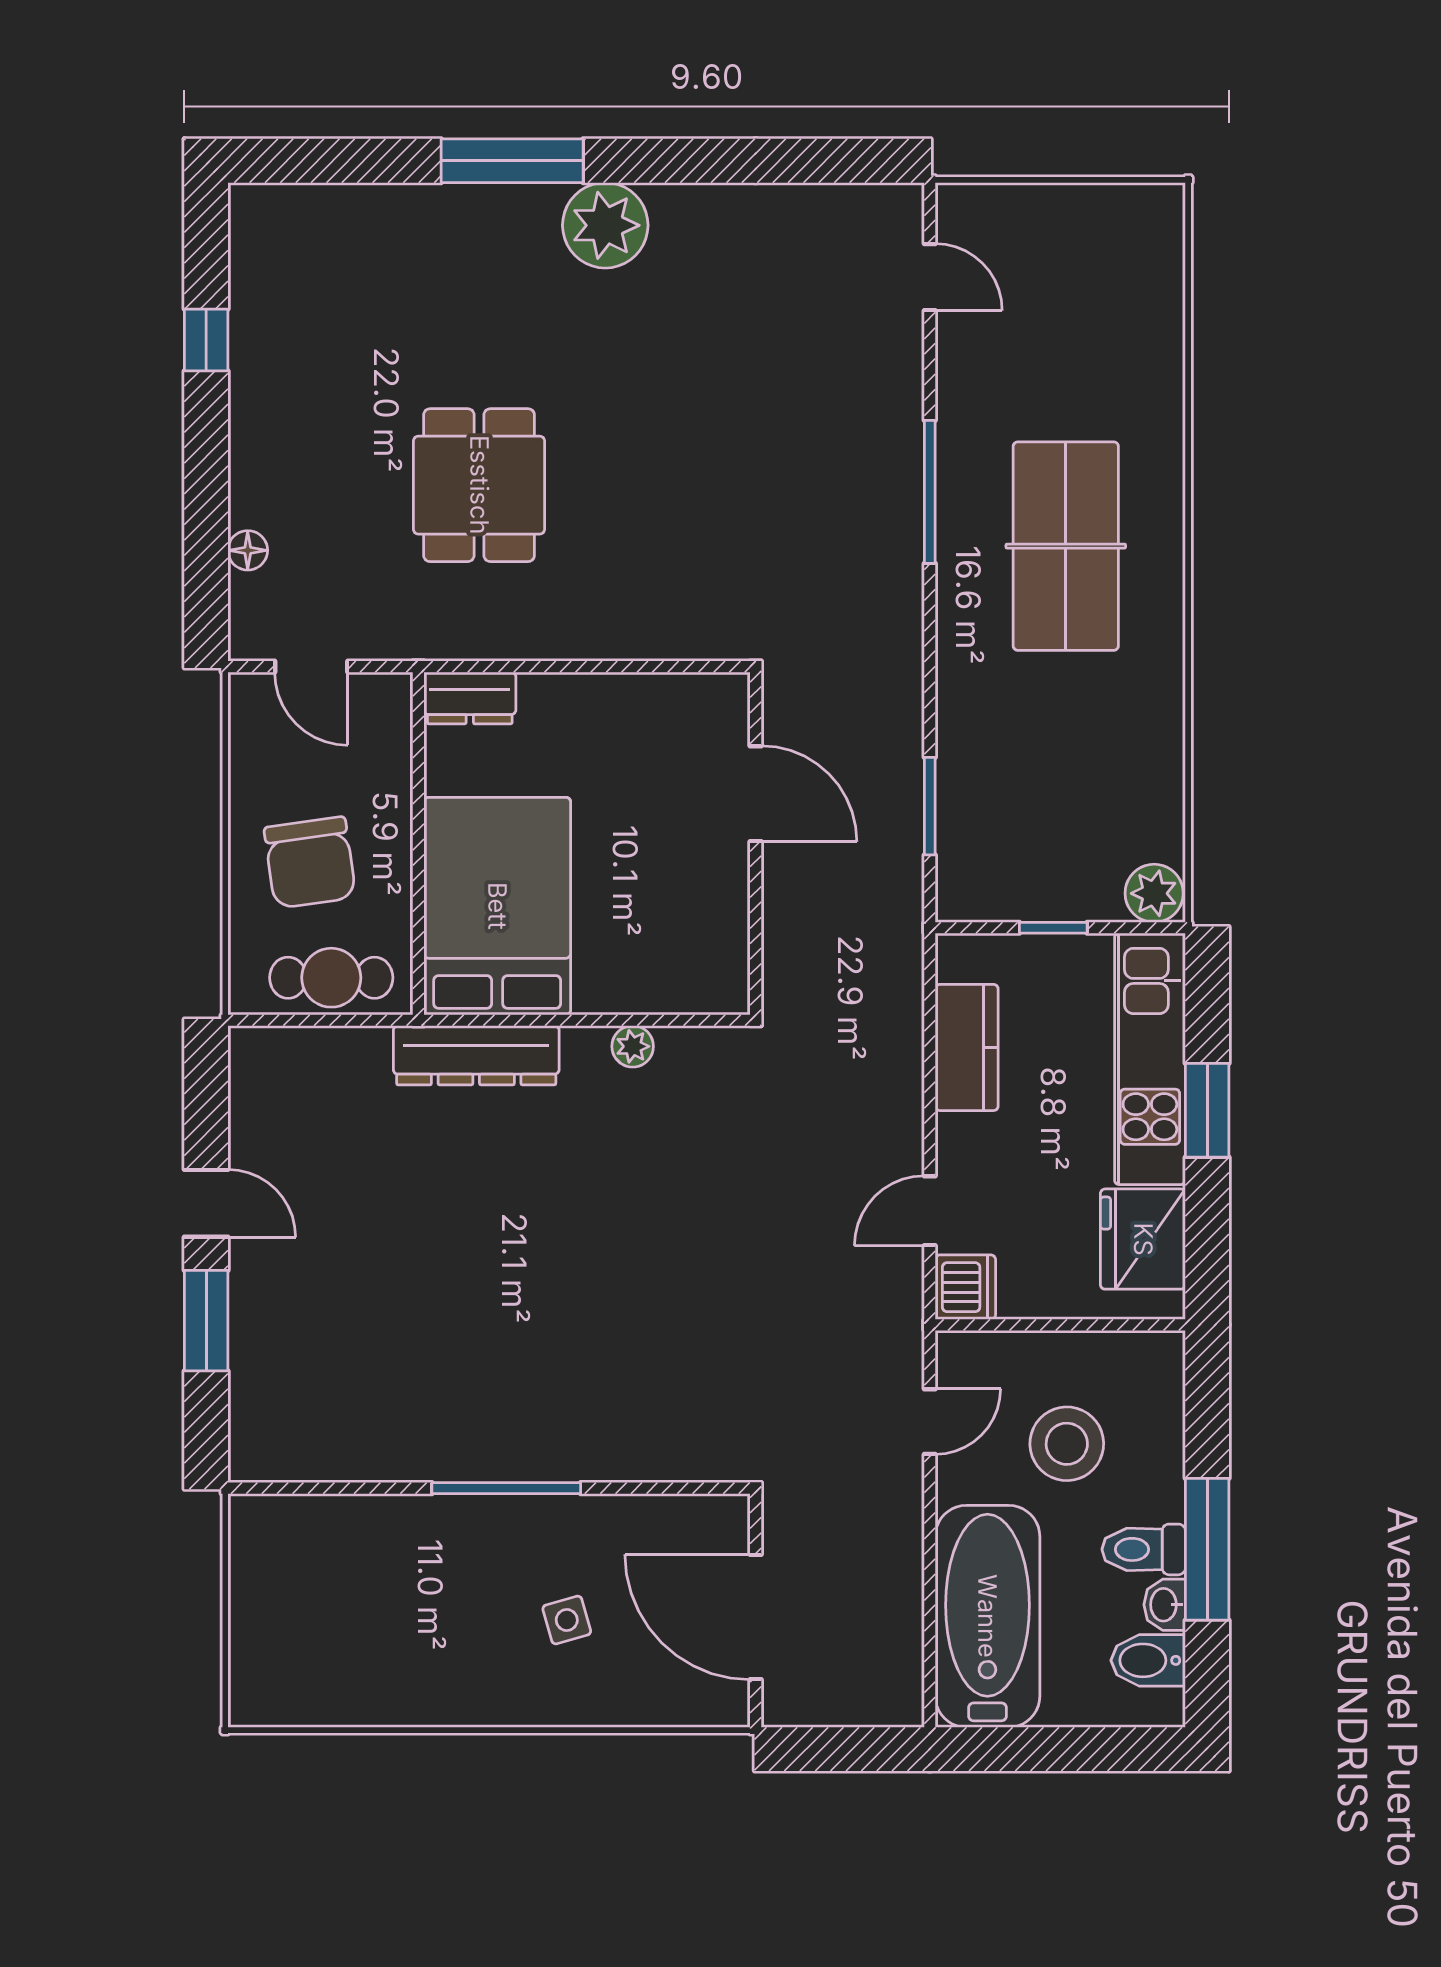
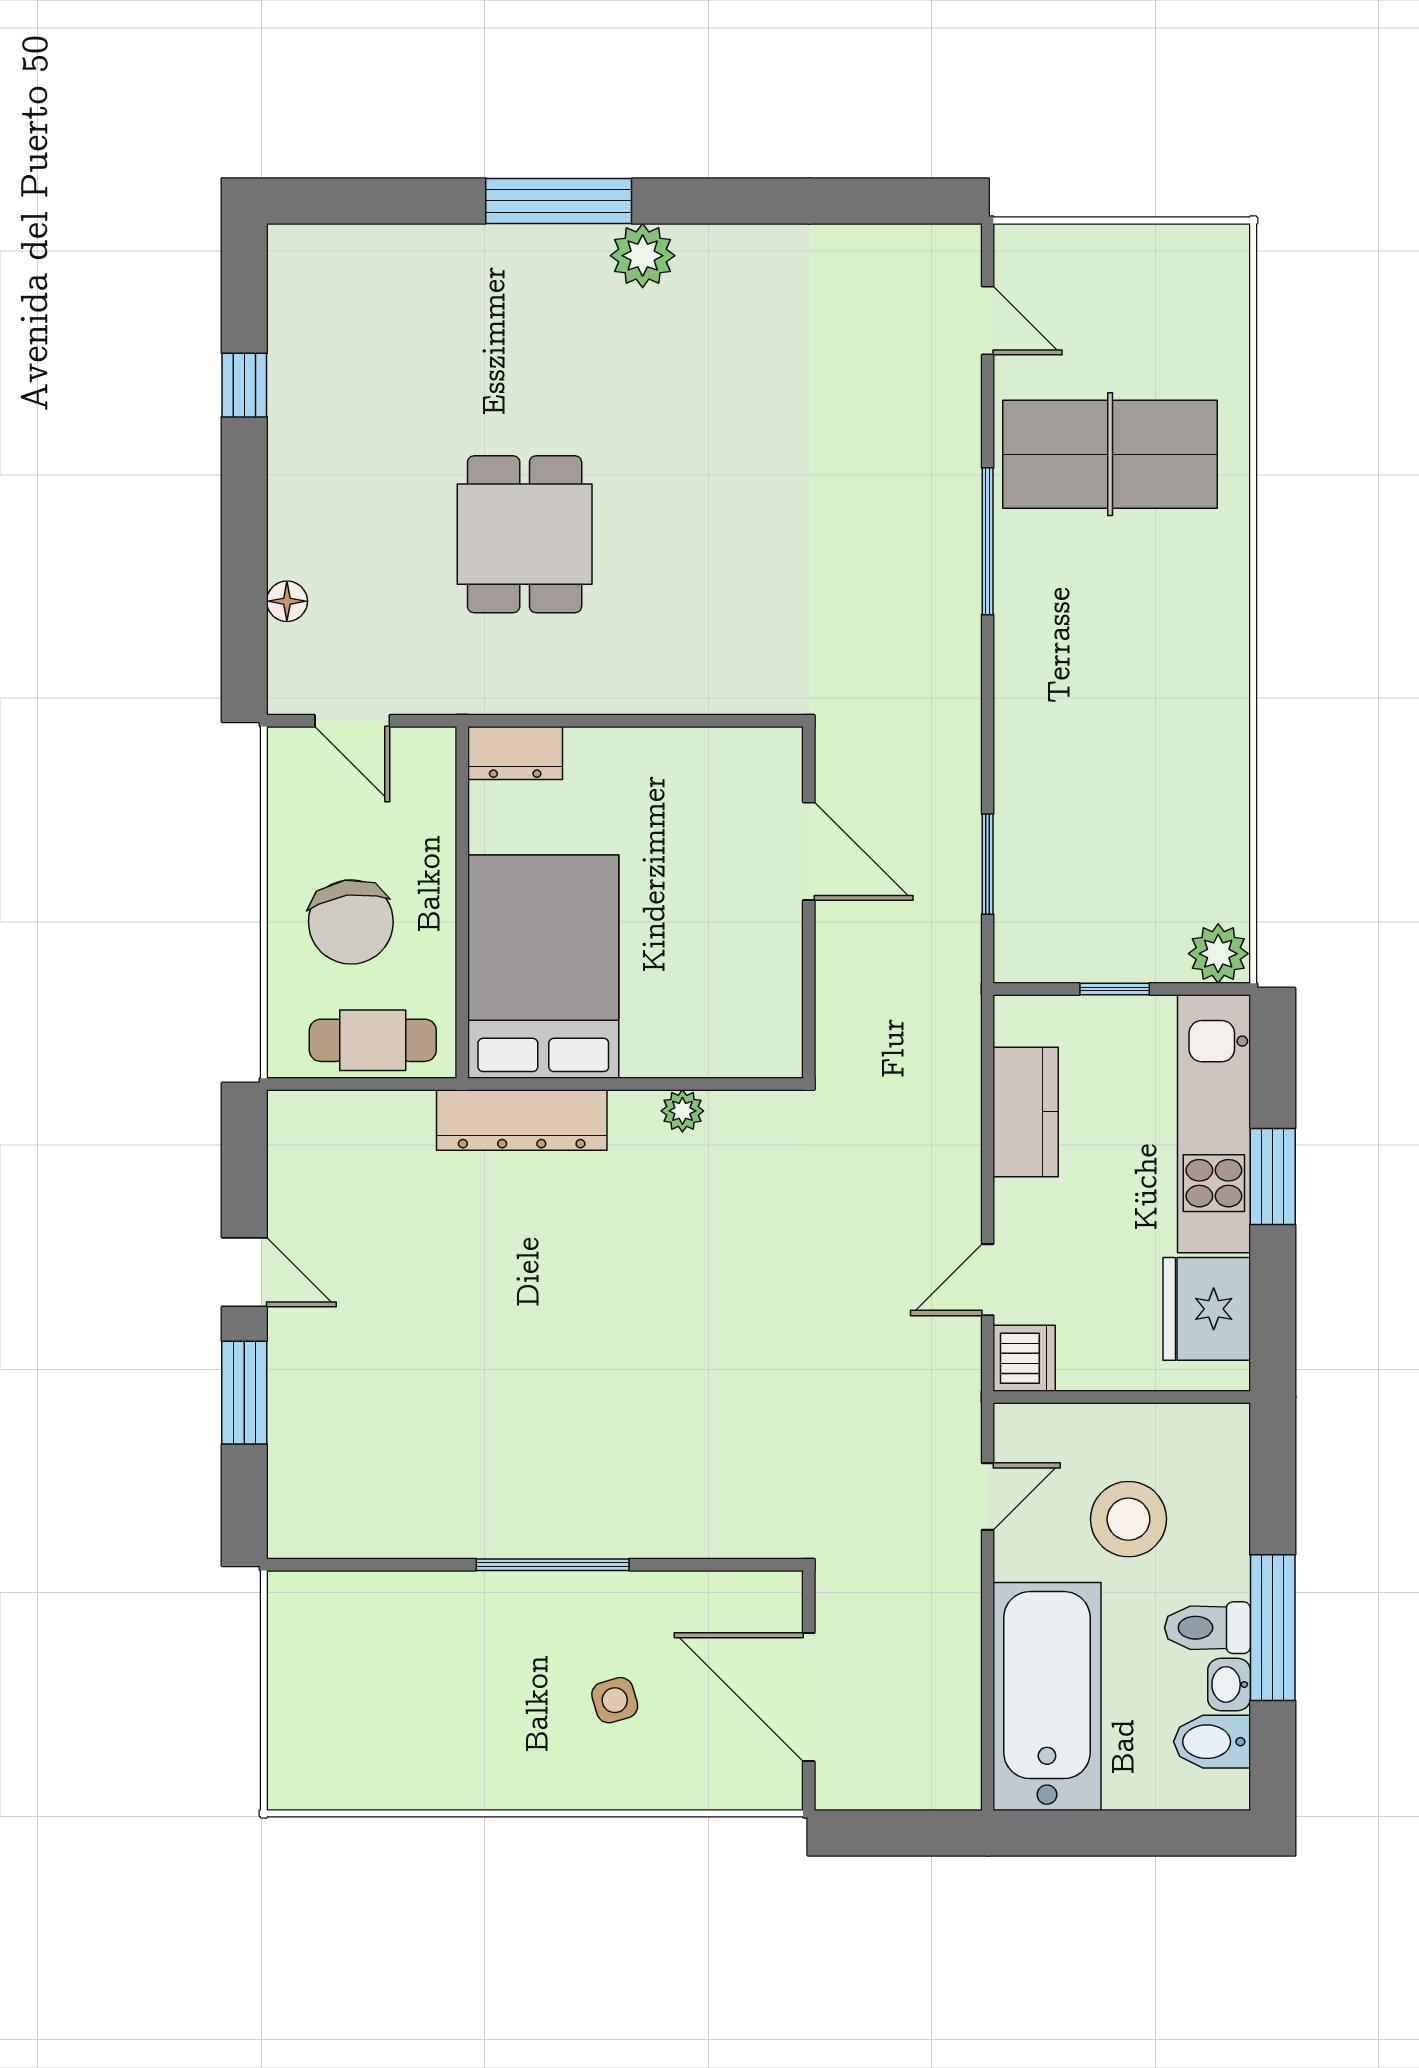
plant: (605, 225) -> (643, 256), width x0.73, depth x0.73
table tennis table: (1066, 546) -> (1110, 454), moved, turned 90

